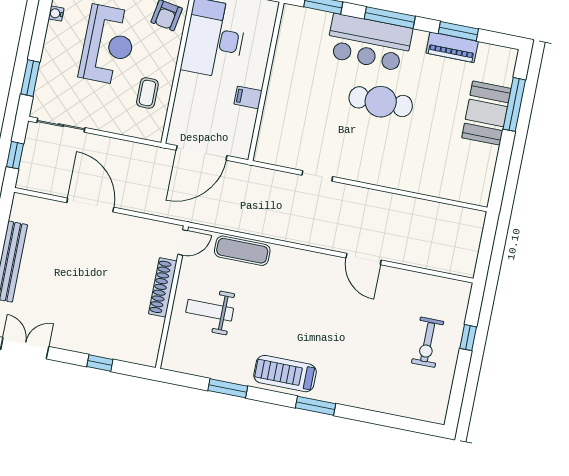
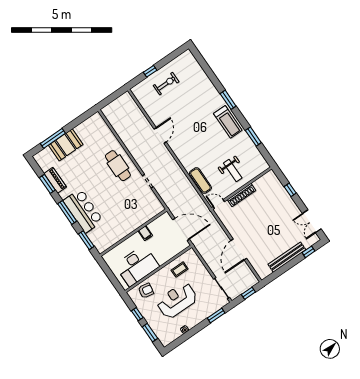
cafe table: (381, 102) -> (118, 166), moved

